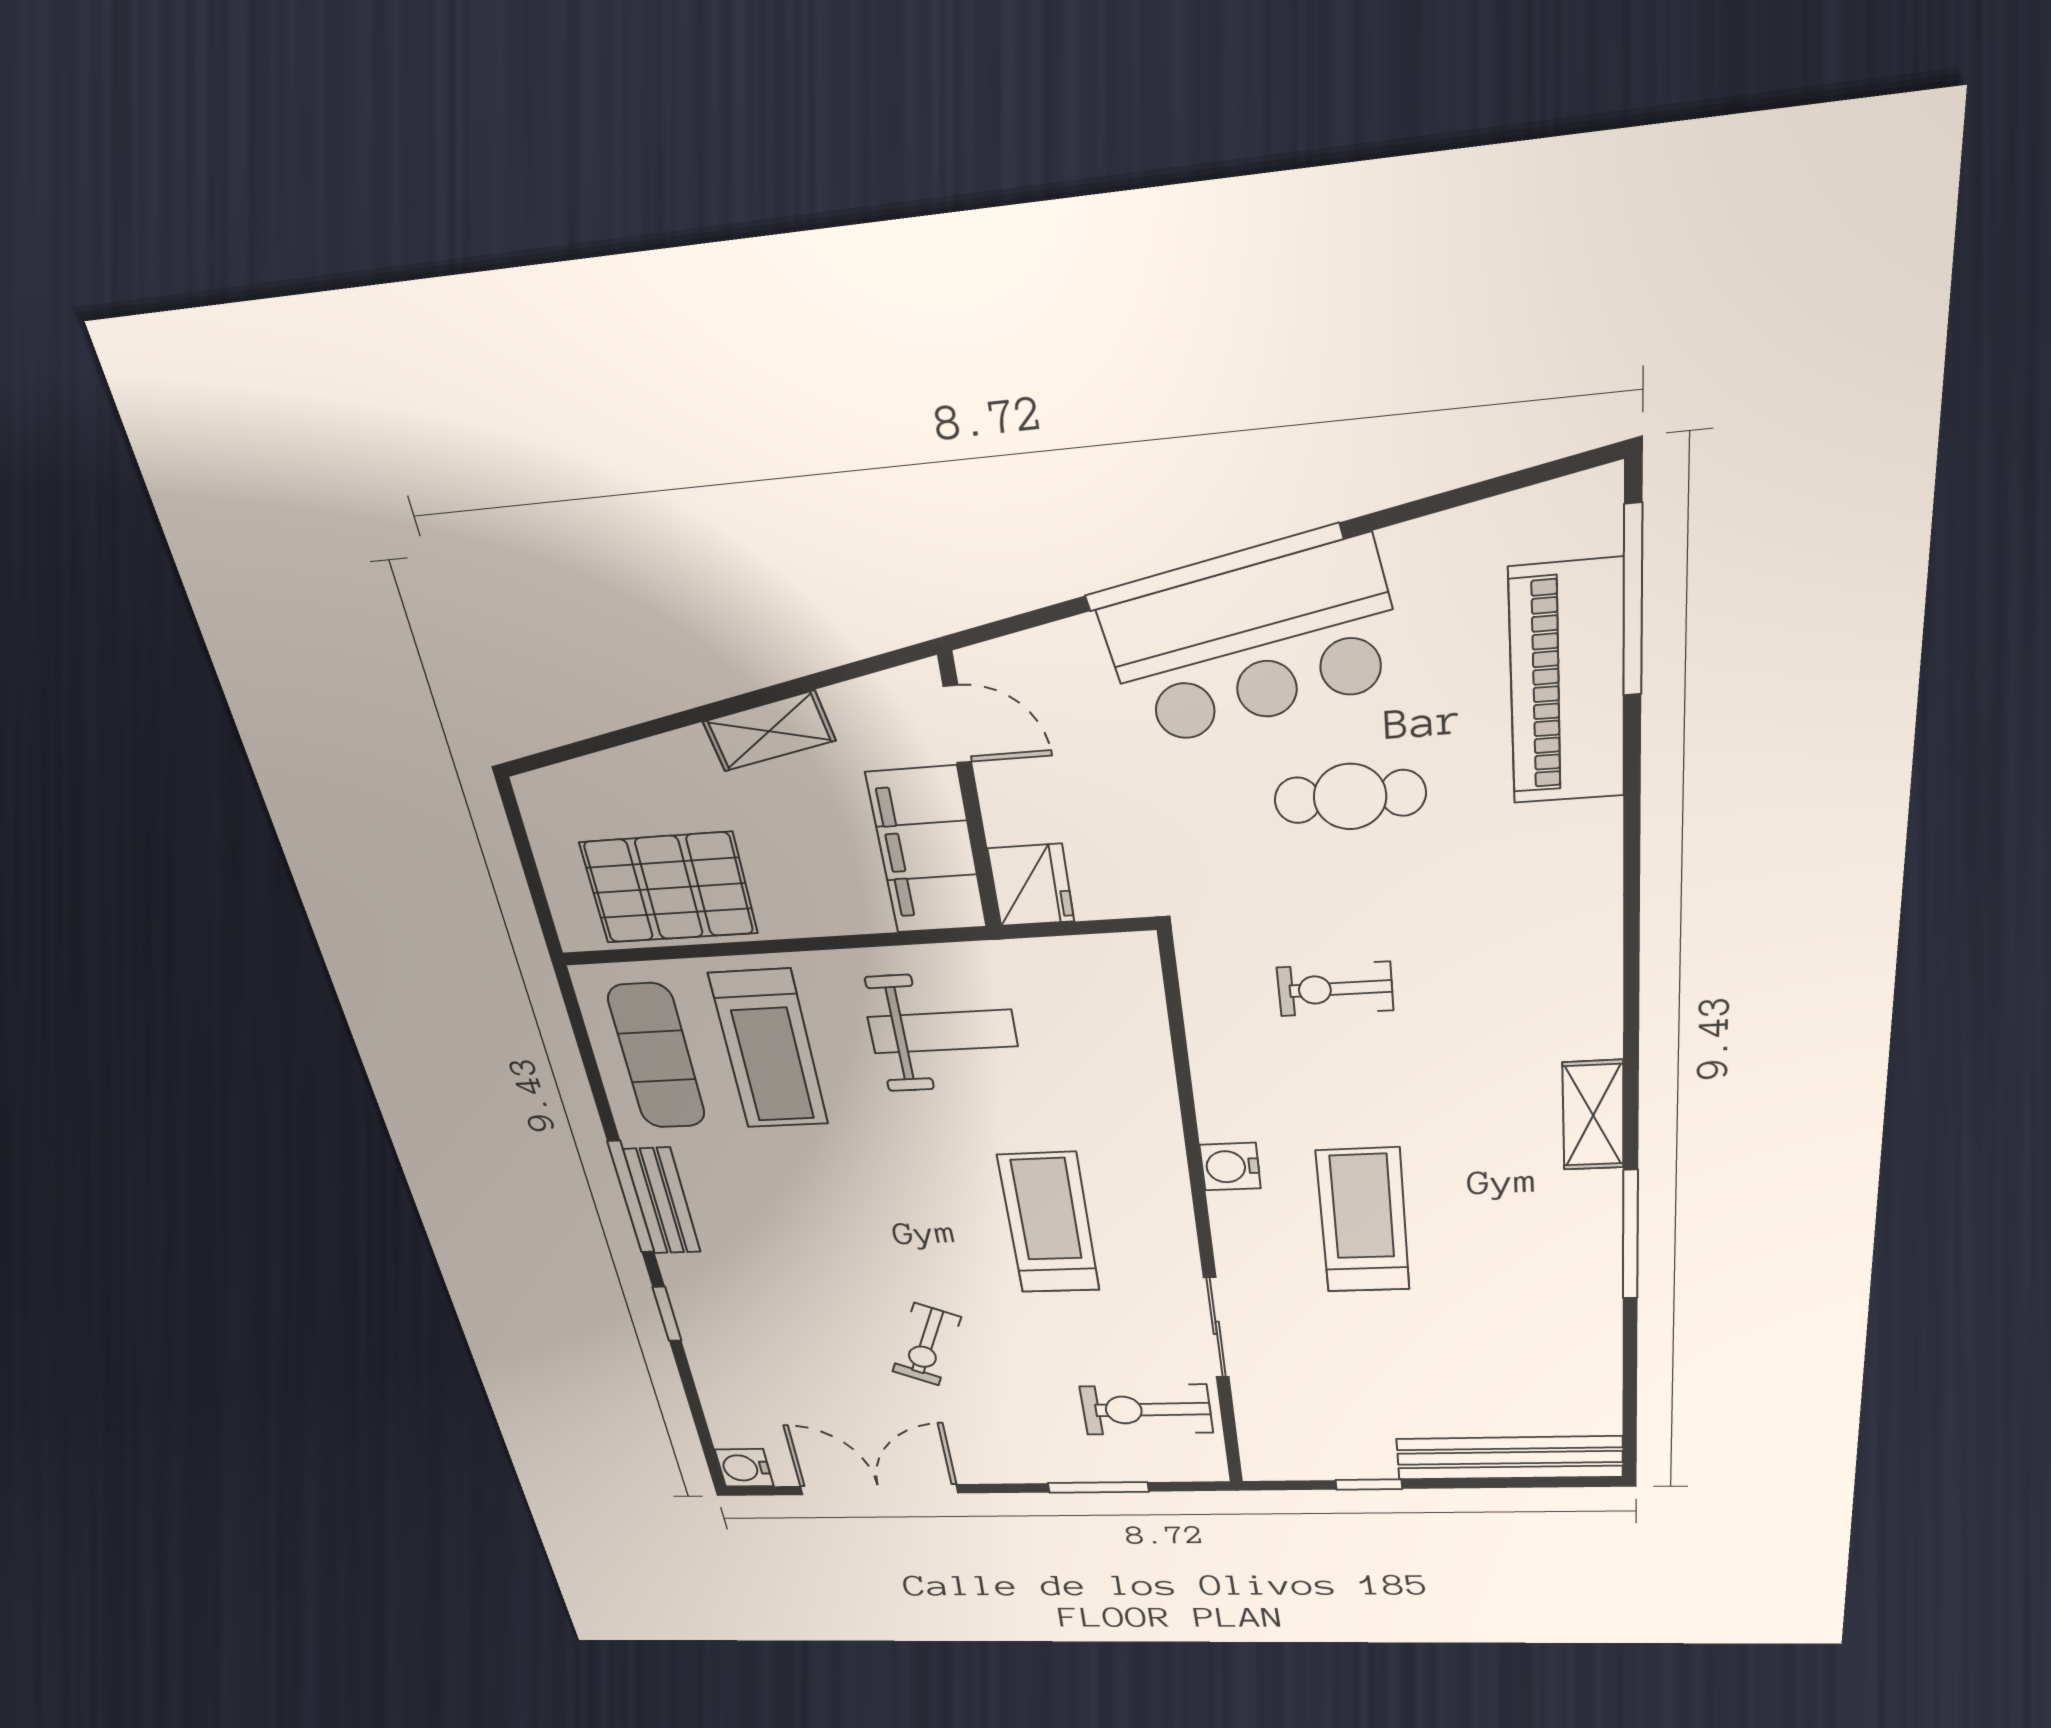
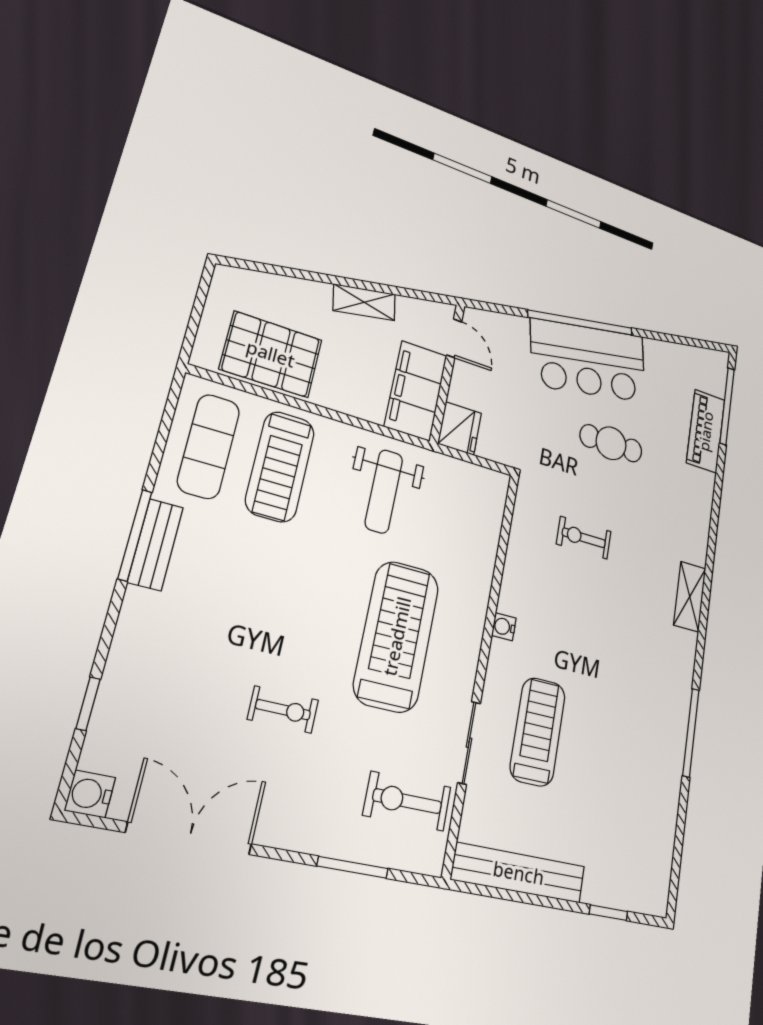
piano: (1567, 684) -> (706, 431), width x0.73, depth x0.75
weight bench: (942, 1032) -> (384, 491), turned 90
shelving: (1593, 1115) -> (690, 597), moved
water cooler: (1230, 1167) -> (504, 627), width x0.72, depth x0.72
treadmill: (1363, 1221) -> (538, 732), moved
treadmill: (1049, 1223) -> (397, 636), width x1.37, depth x1.37
window: (667, 1314) -> (88, 704), moved
exercise bike: (926, 1344) -> (283, 710), turned -114
bench: (1509, 1458) -> (519, 873), moved
window: (1369, 1485) -> (608, 913), moved

